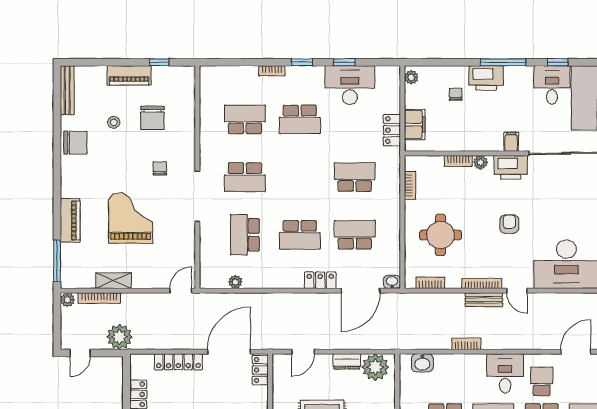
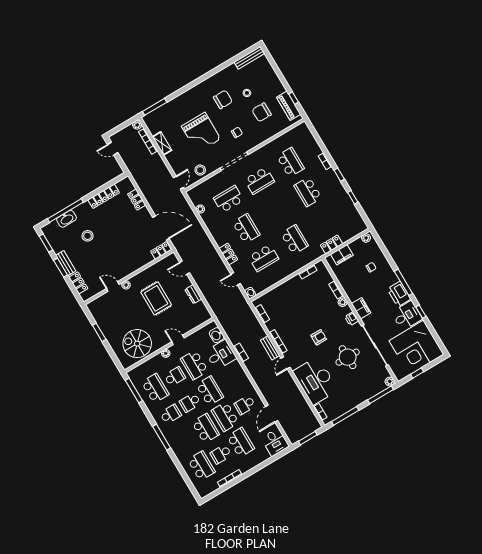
piano: (129, 75) -> (289, 106), moved
printer: (486, 78) -> (399, 294), moved
desk: (350, 85) -> (342, 208), removed
filing cabinet: (511, 142) -> (361, 308), width x2.00
chair: (75, 143) -> (223, 99), moved, turned -90
printer: (511, 167) -> (352, 319), width x0.53, depth x0.68
school desk: (245, 177) -> (259, 181), turned -90
grand piano: (131, 218) -> (201, 133), turned 90
piano: (70, 220) -> (180, 101), removed
school desk: (300, 235) -> (246, 229), turned 180
school desk: (355, 235) -> (264, 258), turned 90
round table: (440, 235) -> (348, 357), moved
stool: (181, 250) -> (200, 170), added
door: (181, 291) -> (178, 183), hinge flipped
door: (361, 291) -> (236, 279), width x0.53
plant: (119, 337) -> (134, 165), removed
door: (576, 352) -> (272, 414), swing flipped
locker: (178, 362) -> (137, 200), width x0.66
plant: (375, 367) -> (199, 311), removed
desk: (505, 373) -> (221, 355), moved
school desk: (542, 381) -> (245, 405), turned 180

